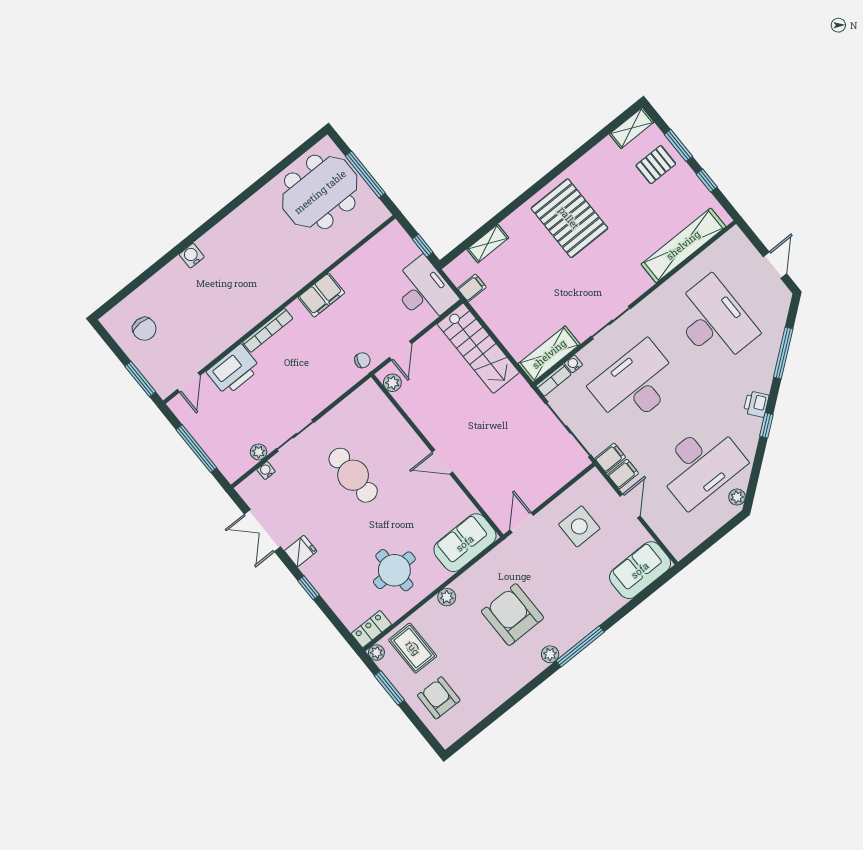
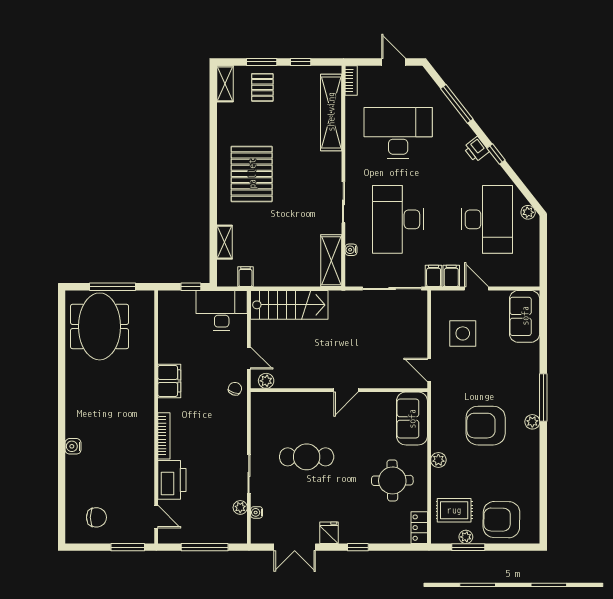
pallet: (569, 218) -> (252, 174), turned 90
bookcase: (554, 380) -> (351, 80), moved
plant: (376, 653) -> (466, 537), moved
armchair: (439, 698) -> (501, 520), width x1.36, depth x1.36

